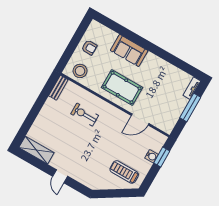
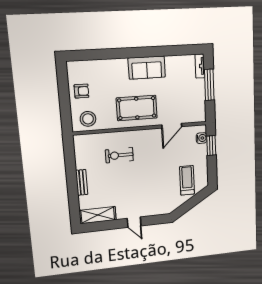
sofa: (129, 50) -> (147, 68), moved
bench: (58, 88) -> (82, 182), moved
water cooler: (152, 156) -> (202, 138), moved
treadmill: (124, 172) -> (187, 180), turned 90

